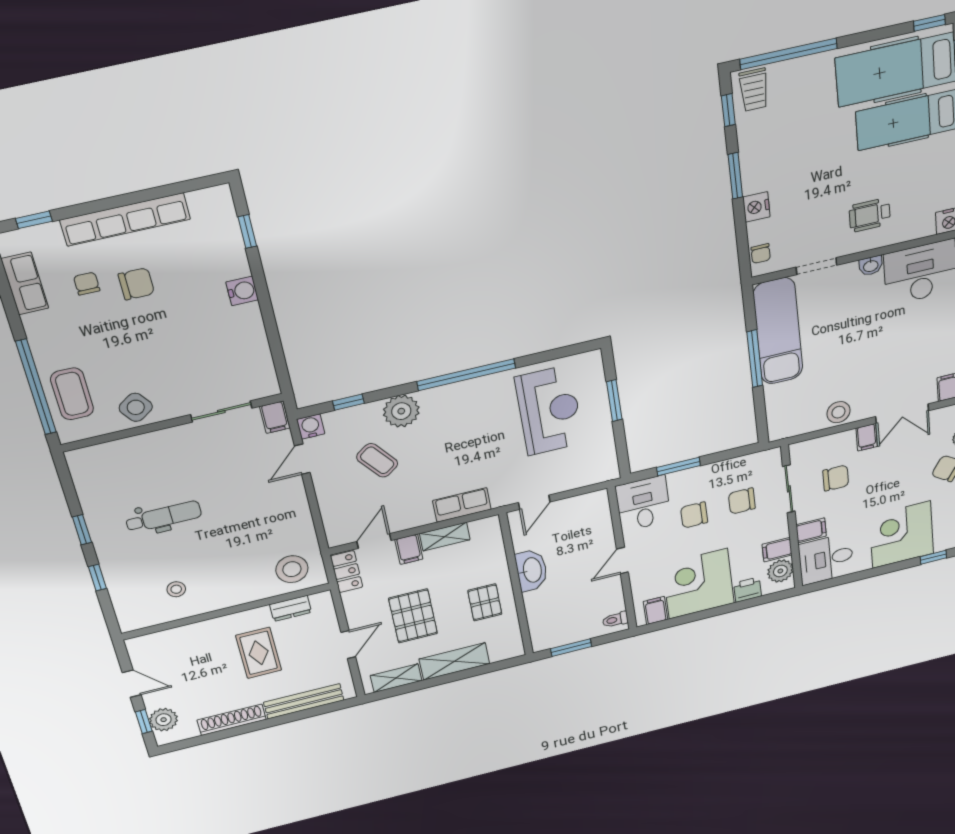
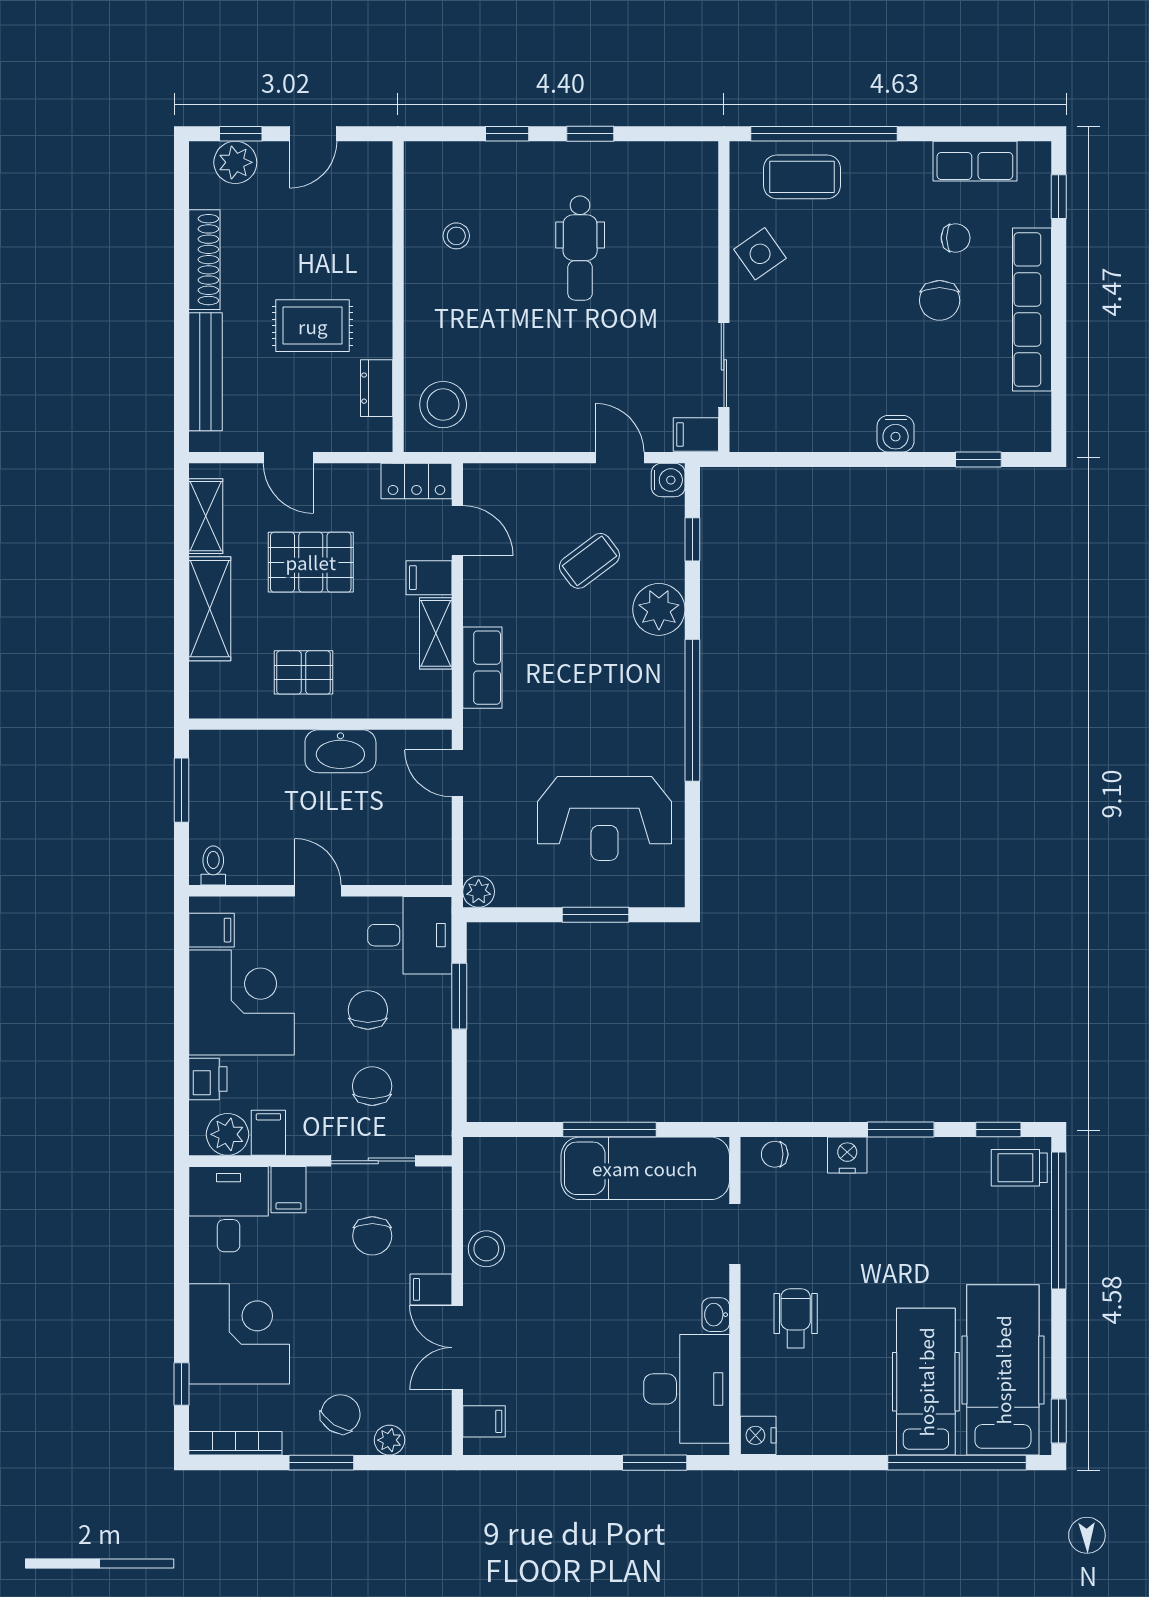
plant: (609, 472) -> (479, 892), added

